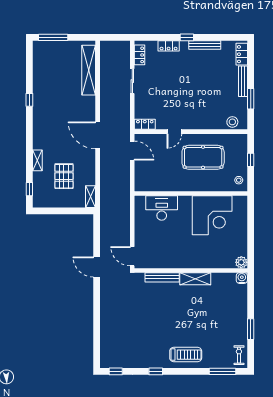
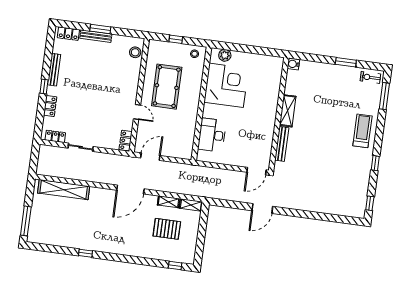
window: (251, 99) -> (100, 29), moved
shelving: (37, 160) -> (169, 202), moved
plant: (241, 262) -> (225, 55), moved

